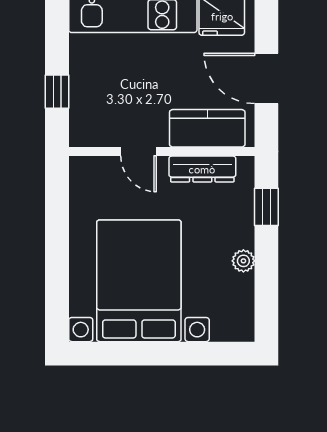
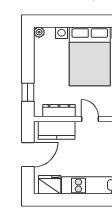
door: (266, 78) -> (28, 155), hinge flipped
plant: (243, 261) -> (39, 32), moved

